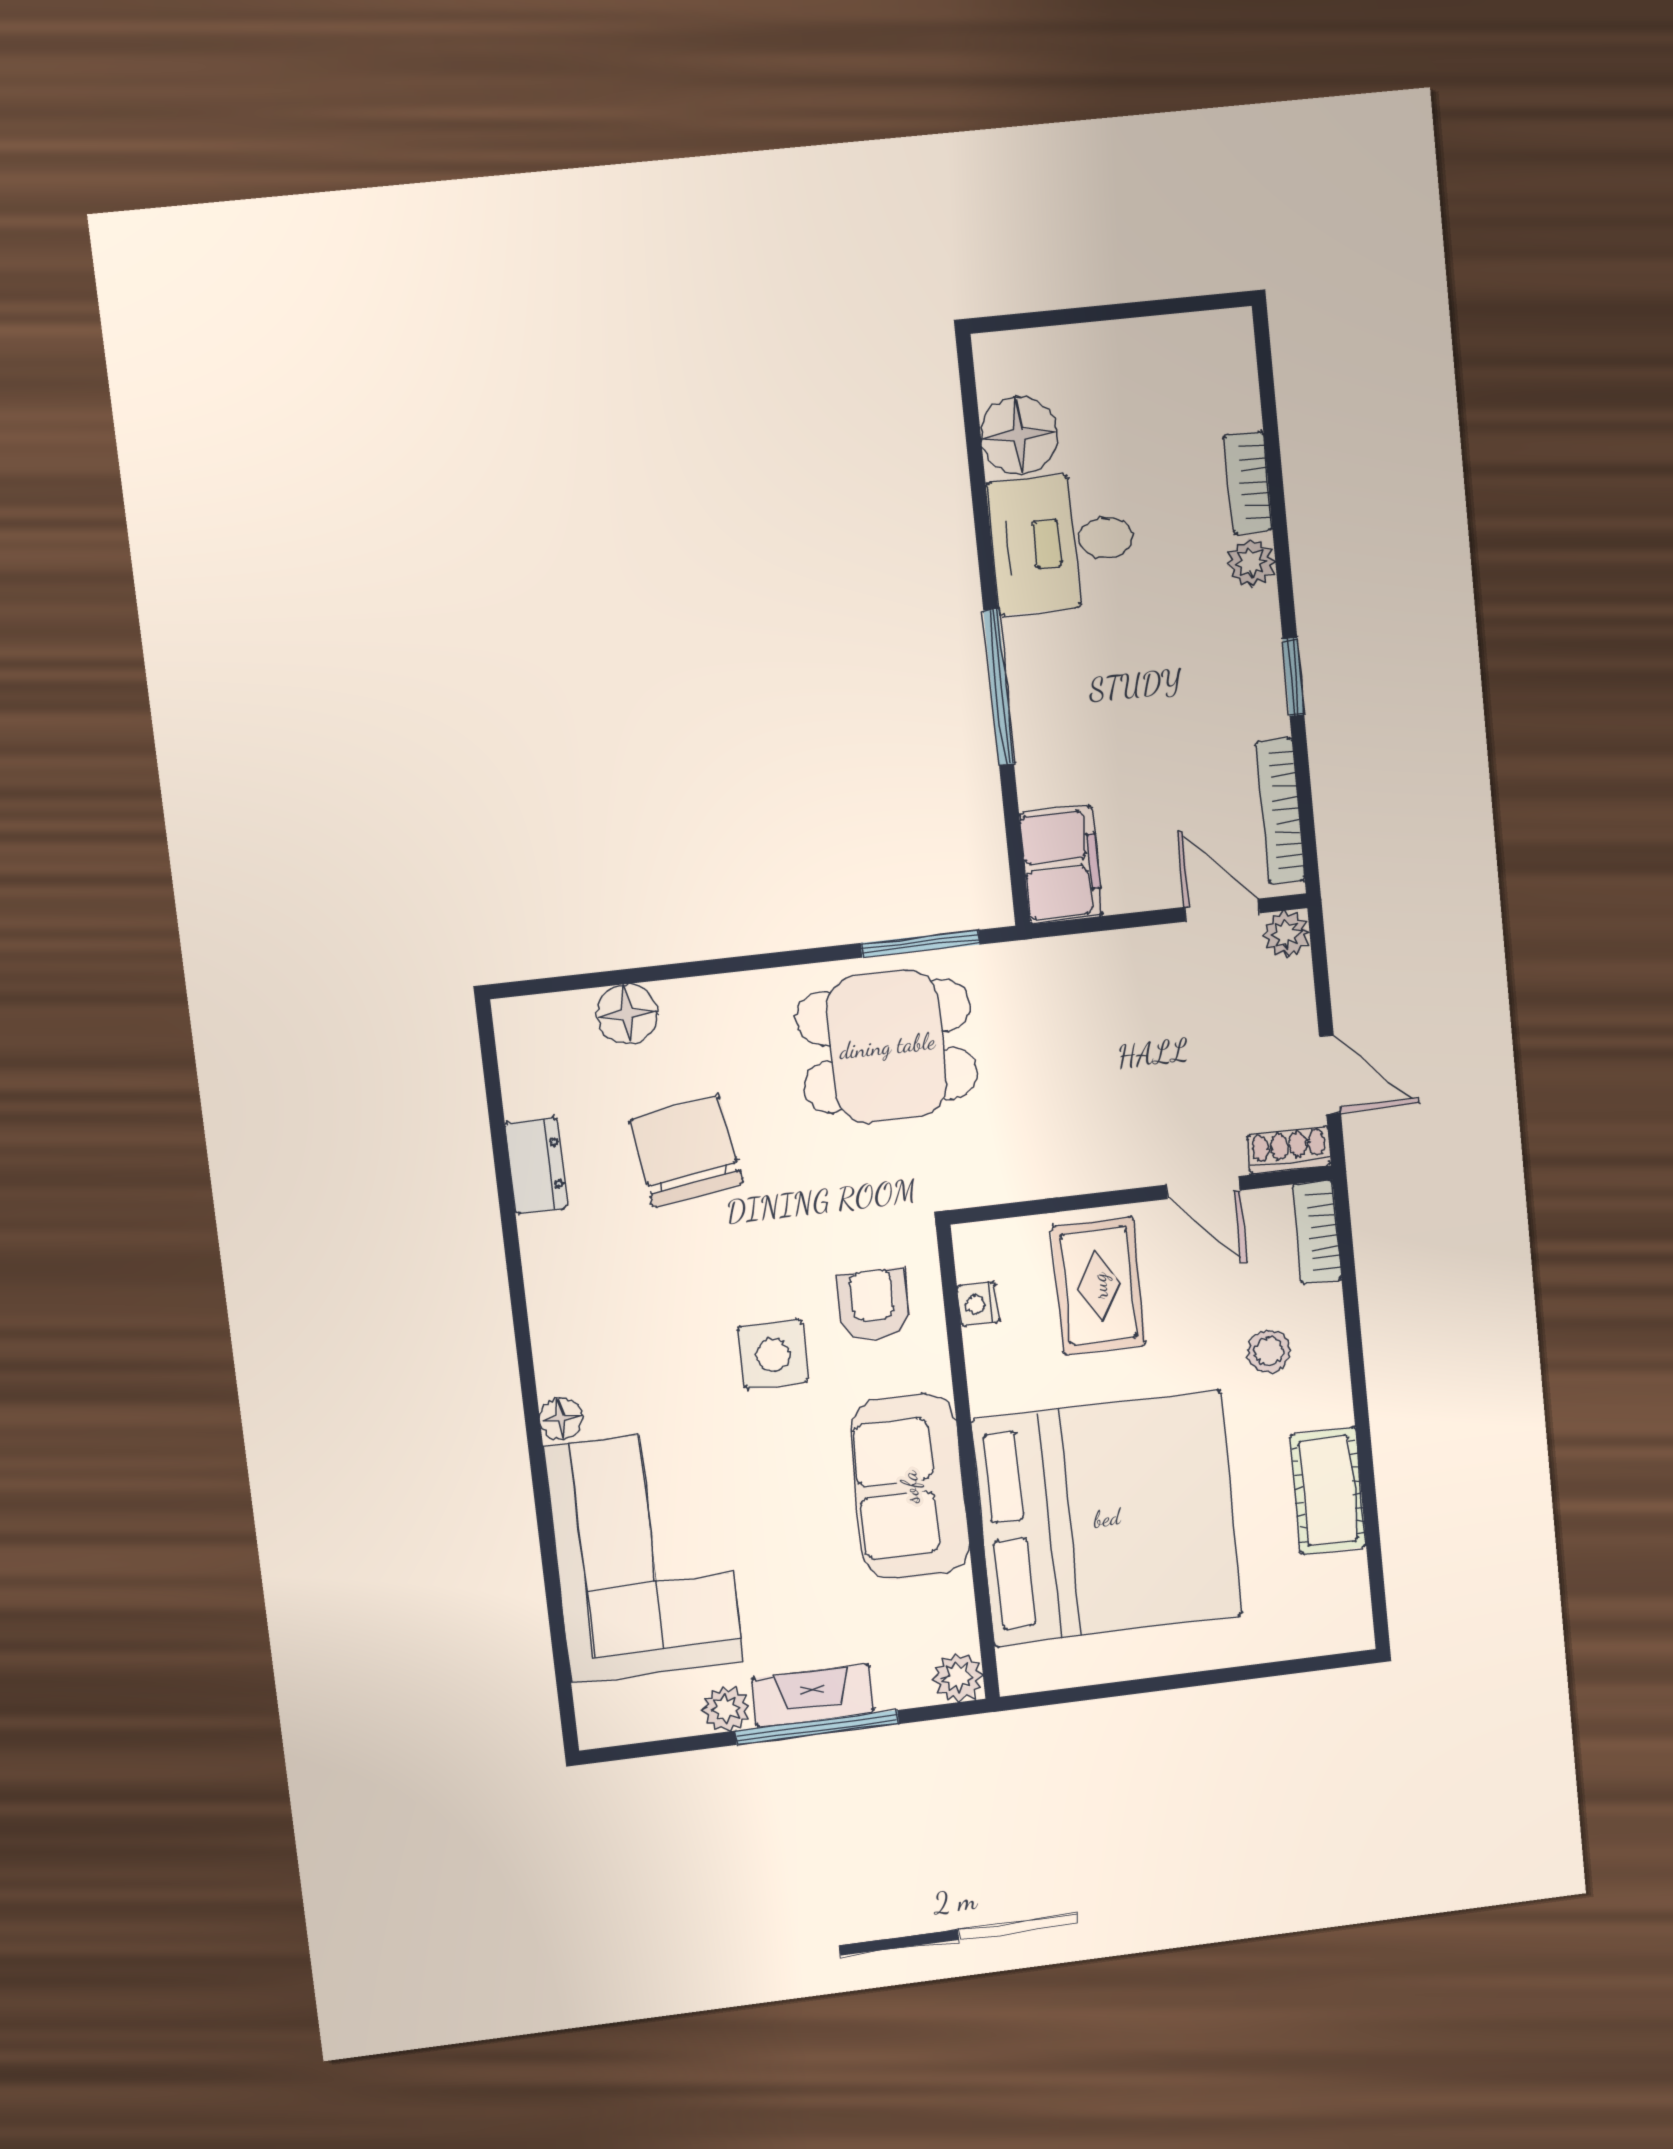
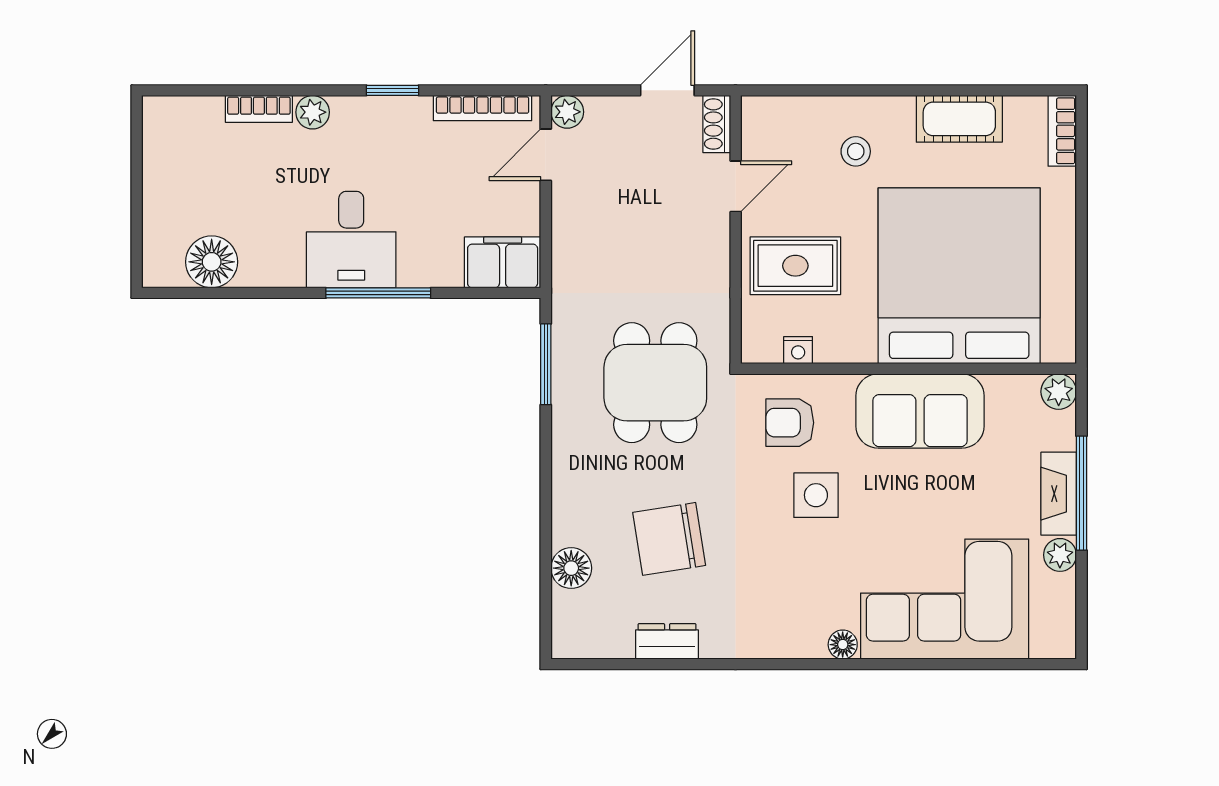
desk: (1063, 542) -> (351, 240), moved
dining table: (887, 1046) -> (655, 383), moved
bookcase: (1317, 1232) -> (1062, 131), moved, turned 90

